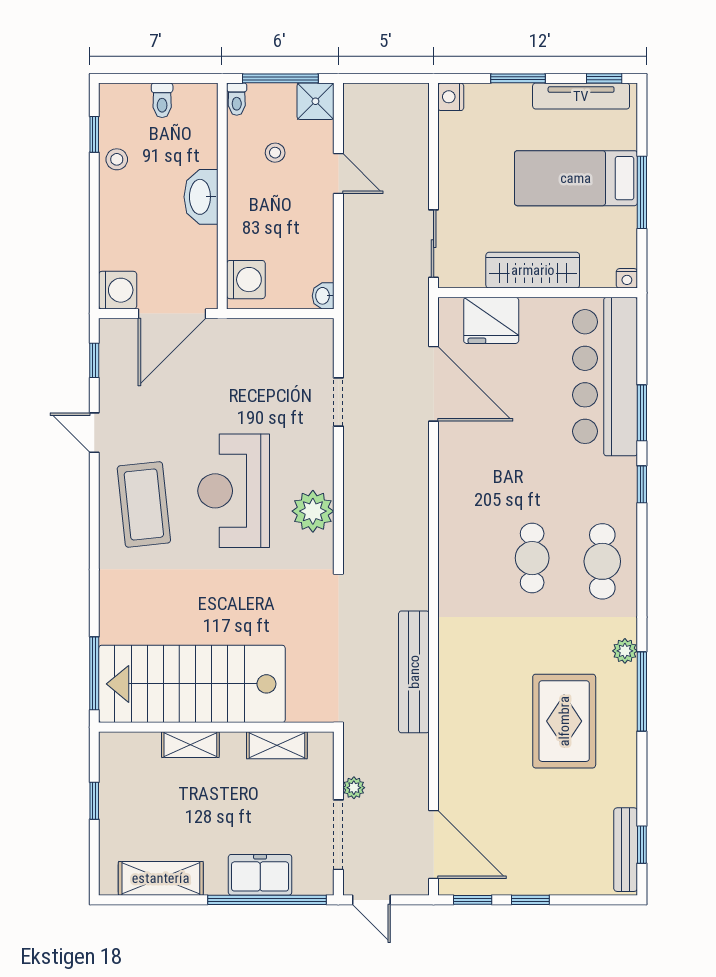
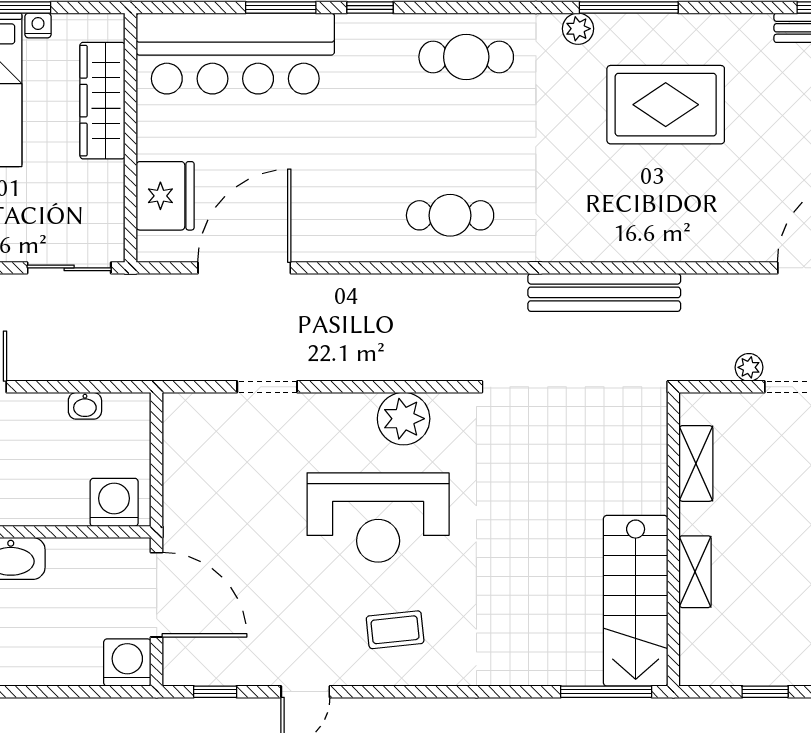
wardrobe: (533, 270) -> (102, 101), moved
nightstand: (627, 278) -> (38, 25), moved, turned -90
washbasin: (323, 296) -> (85, 406), moved
coffee table: (144, 504) -> (395, 630), width x0.54, depth x0.58
cafe table: (532, 558) -> (450, 215), moved
stairs: (192, 684) -> (636, 601), width x0.73, depth x0.66

